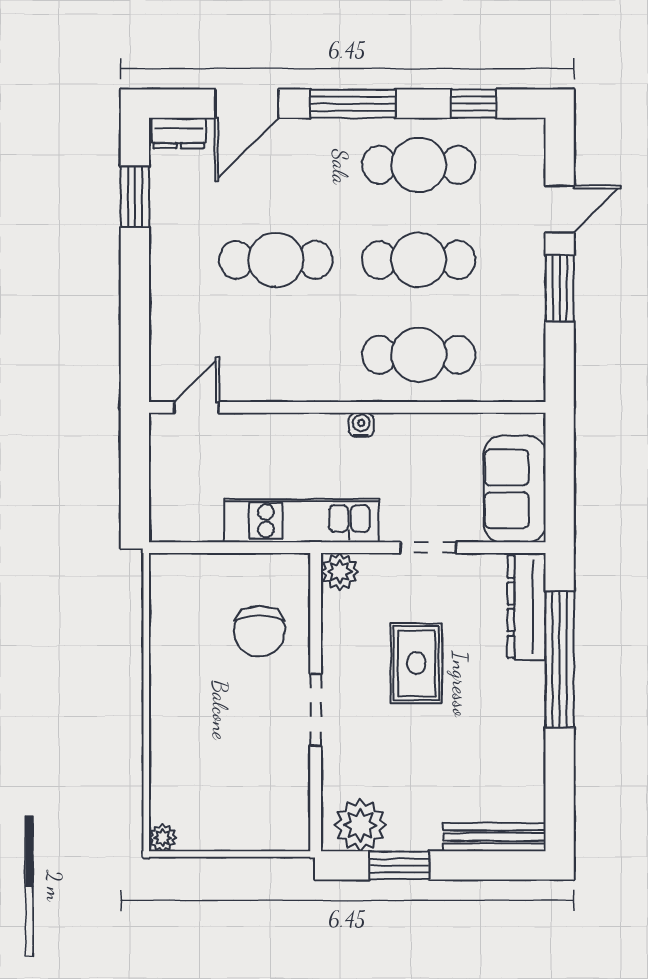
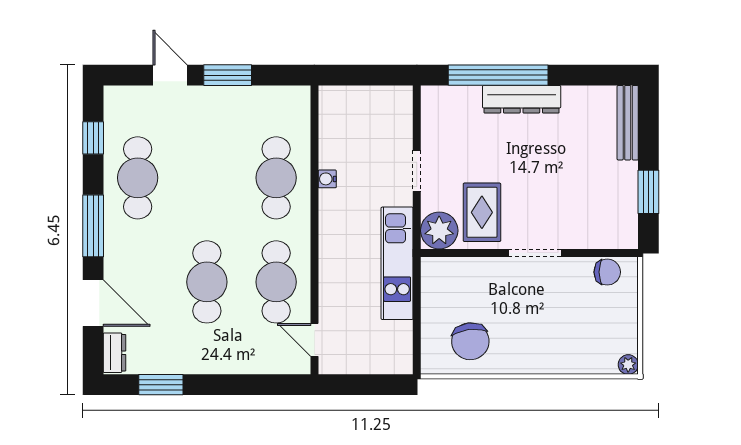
cafe table: (419, 260) -> (276, 282), moved
water cooler: (361, 425) -> (327, 179), moved
sofa: (515, 489) -> (374, 108), removed
plant: (340, 572) -> (439, 231), width x1.36, depth x1.36
dresser: (527, 607) -> (522, 99), moved
chair: (259, 631) -> (470, 341), moved, turned 83
rug: (416, 663) -> (482, 212), moved, turned 90
chair: (289, 809) -> (607, 272), added
plant: (360, 825) -> (619, 220), removed

